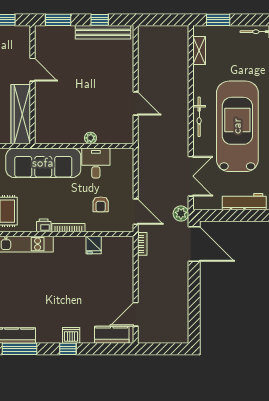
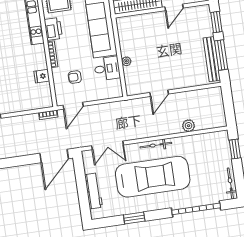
window: (100, 20) -> (221, 55), width x2.17
shelving: (199, 50) -> (208, 137), removed
plant: (181, 214) -> (189, 126), moved
printer: (44, 225) -> (53, 29), width x1.87, depth x1.48

